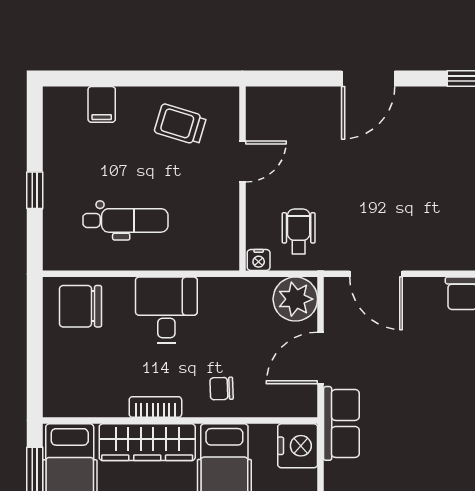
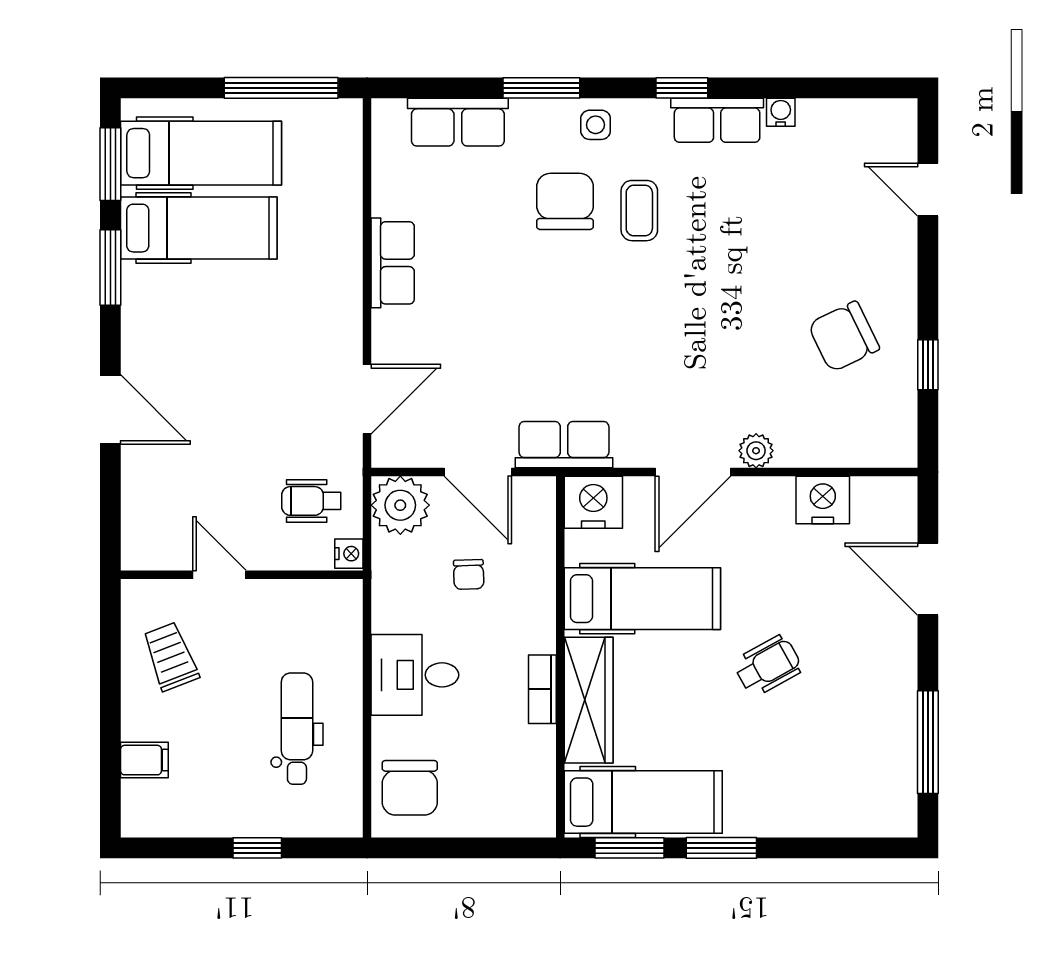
trolley: (180, 124) -> (171, 657), turned 142
chair: (222, 389) -> (469, 574), moved

